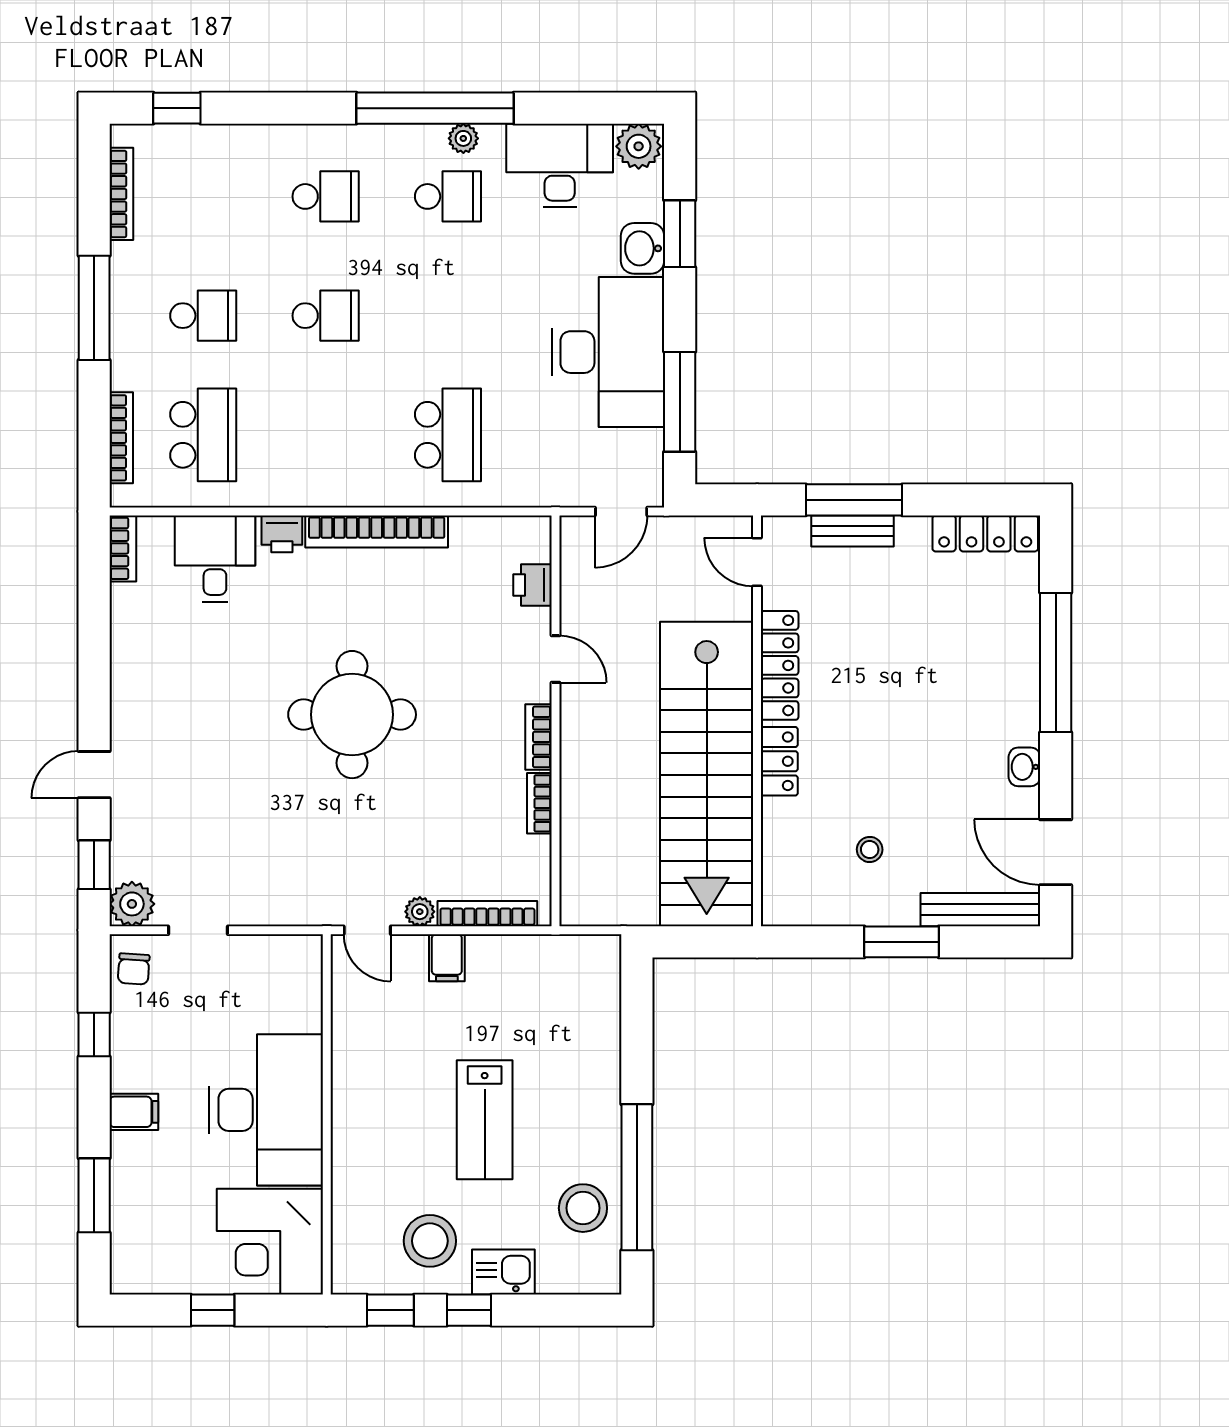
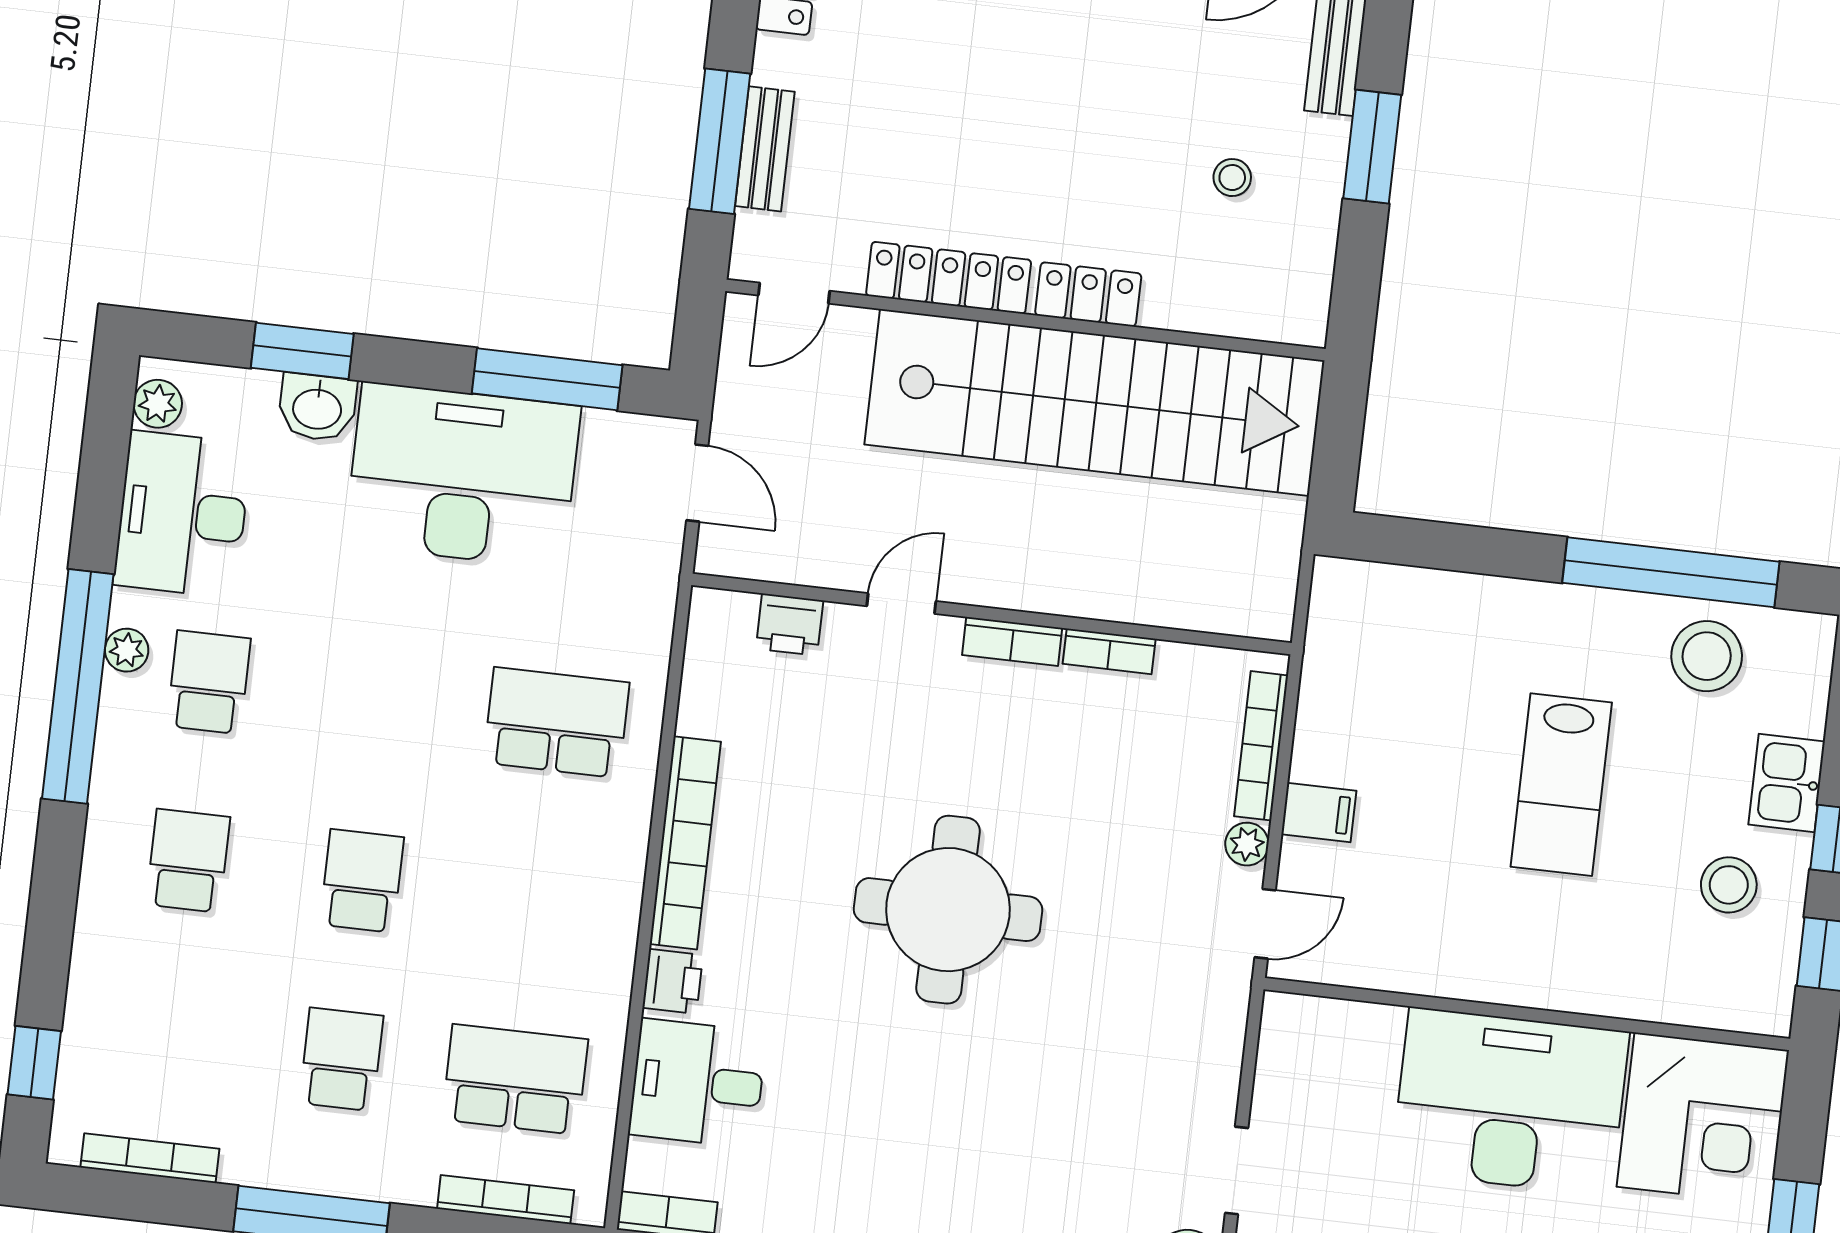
plant: (639, 146) -> (158, 404), width x0.73, depth x0.73
lab bench: (485, 1120) -> (1561, 785), turned 90
stool: (430, 1241) -> (1729, 885), width x0.73, depth x0.73

